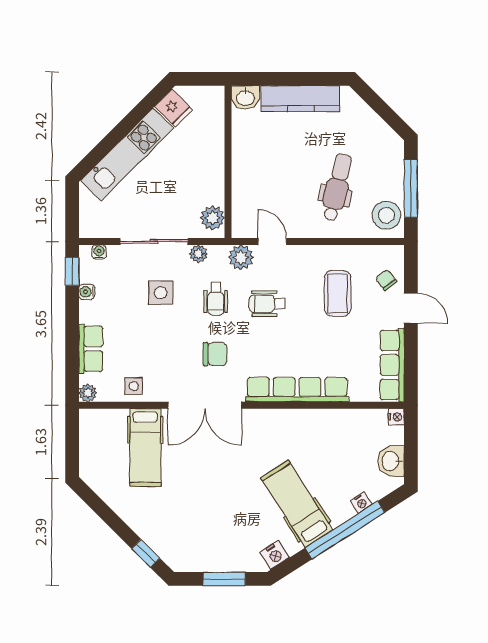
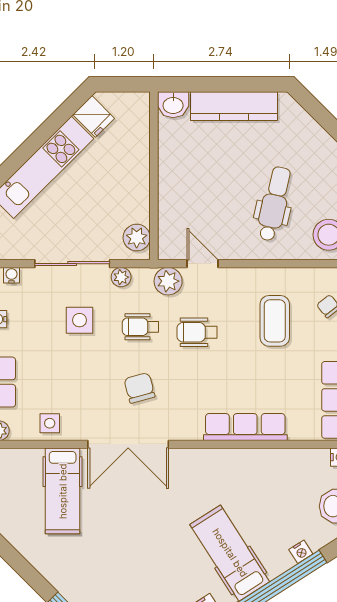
wheelchair: (216, 299) -> (140, 327), turned 90
chair: (215, 354) -> (140, 388), turned -105
row of seats: (297, 390) -> (245, 427), width x0.73

